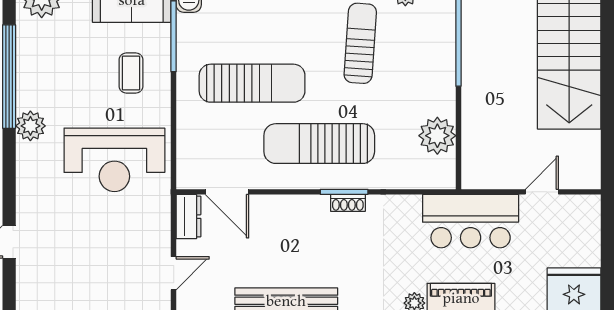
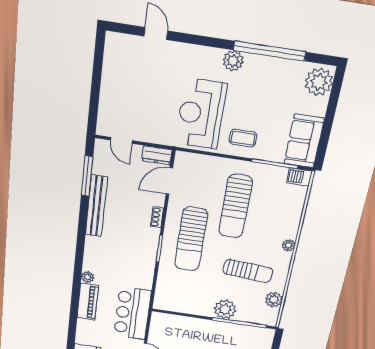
coffee table: (131, 73) -> (243, 138), moved
plant: (437, 136) -> (225, 309), moved
sun lounger: (319, 144) -> (191, 239), turned 180
shoe rack: (348, 203) -> (157, 217), moved

